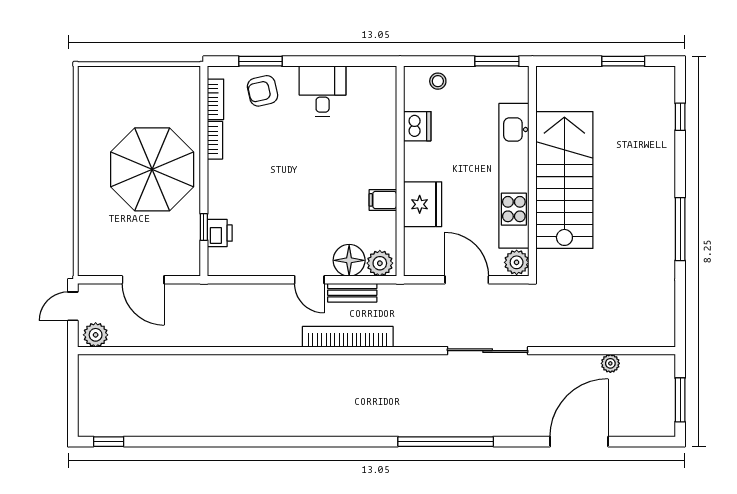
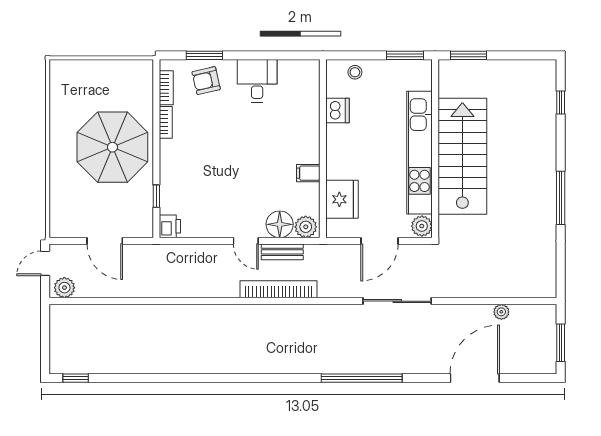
window: (623, 61) -> (469, 55), moved
fridge: (423, 204) -> (342, 199), moved
printer: (220, 233) -> (170, 226), moved
door: (467, 280) -> (379, 241), swing flipped

